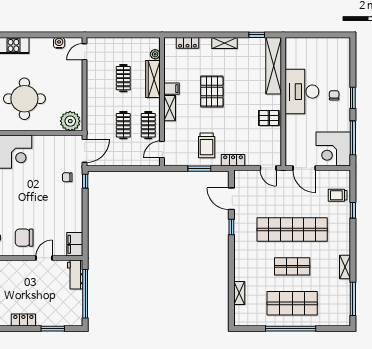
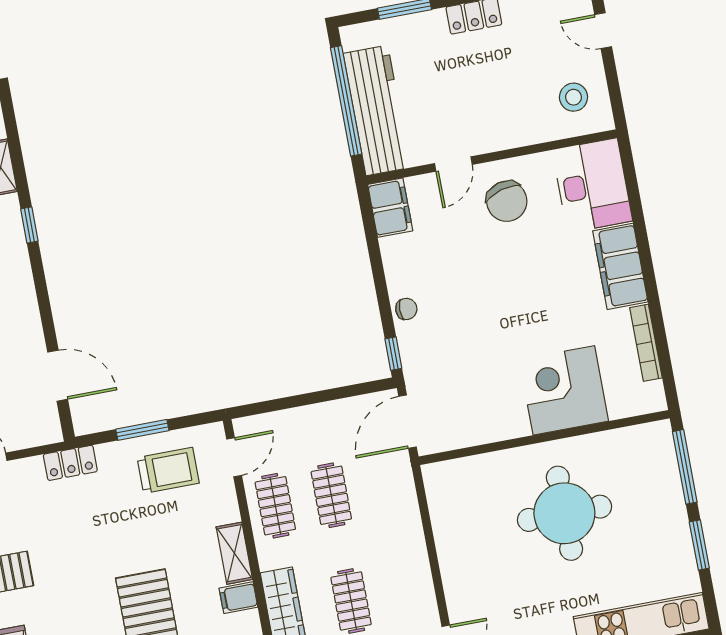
plant: (70, 121) -> (452, 482), removed
trolley: (207, 145) -> (168, 470), moved, turned 90
chair: (67, 177) -> (406, 309), moved
window: (231, 227) -> (29, 225), moved
chair: (24, 238) -> (507, 201), turned 74
workbench: (75, 274) -> (377, 110), width x1.88, depth x1.32

